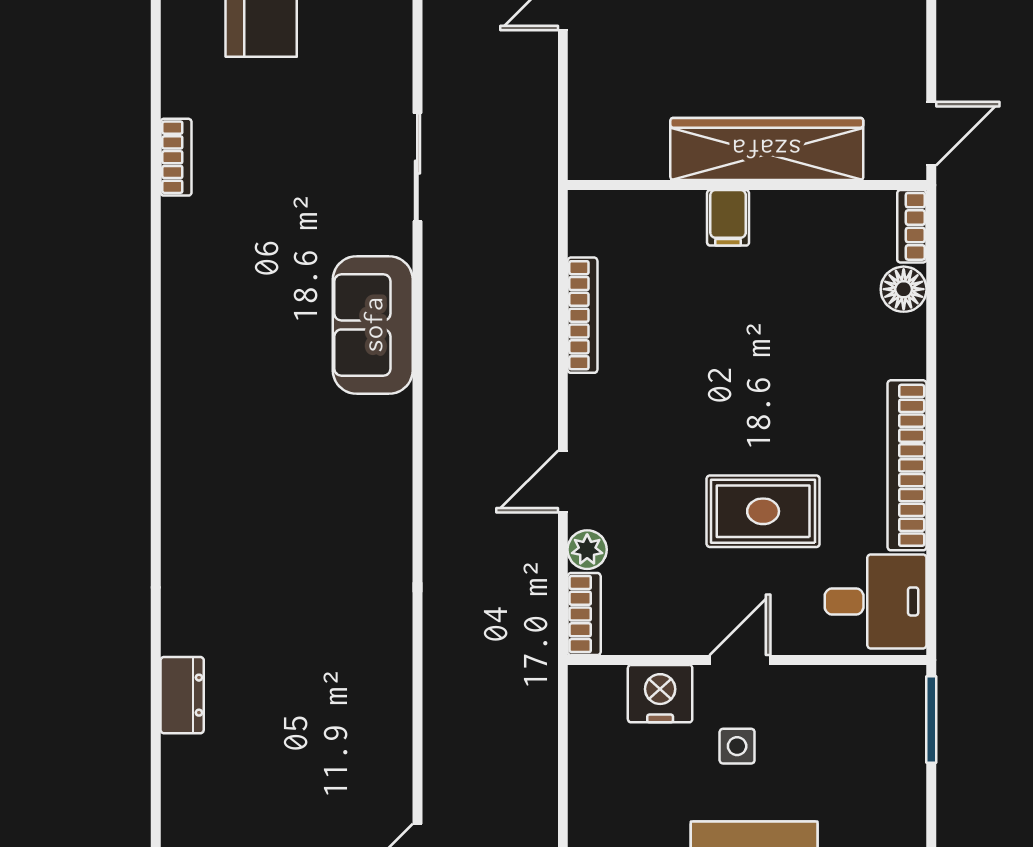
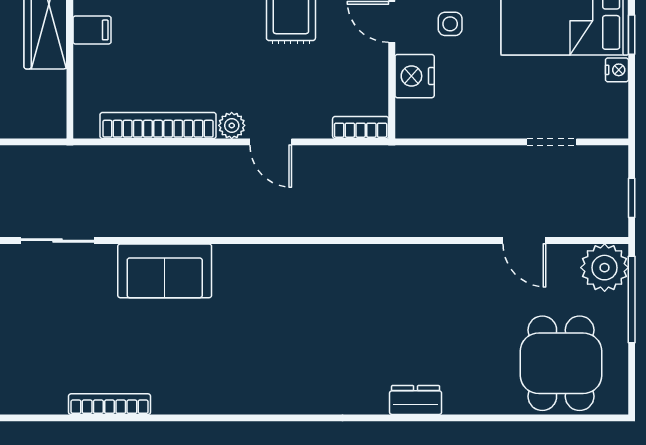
bookcase: (176, 157) -> (110, 404), moved, width x1.56
bookcase: (583, 315) -> (158, 126), width x1.48, depth x1.31
plant: (587, 550) -> (232, 125), moved

